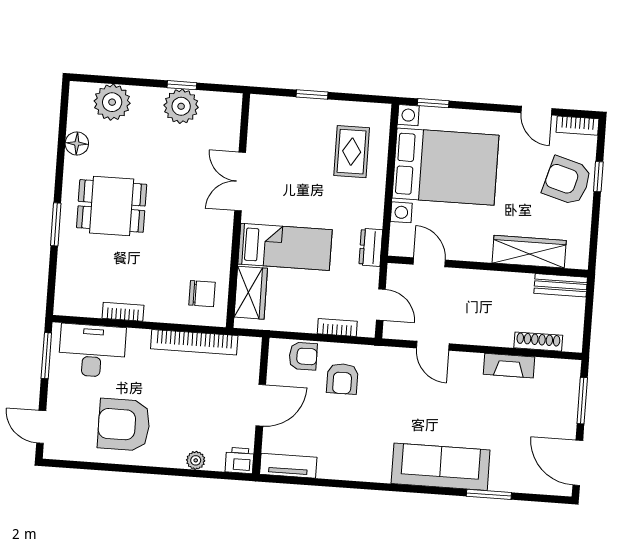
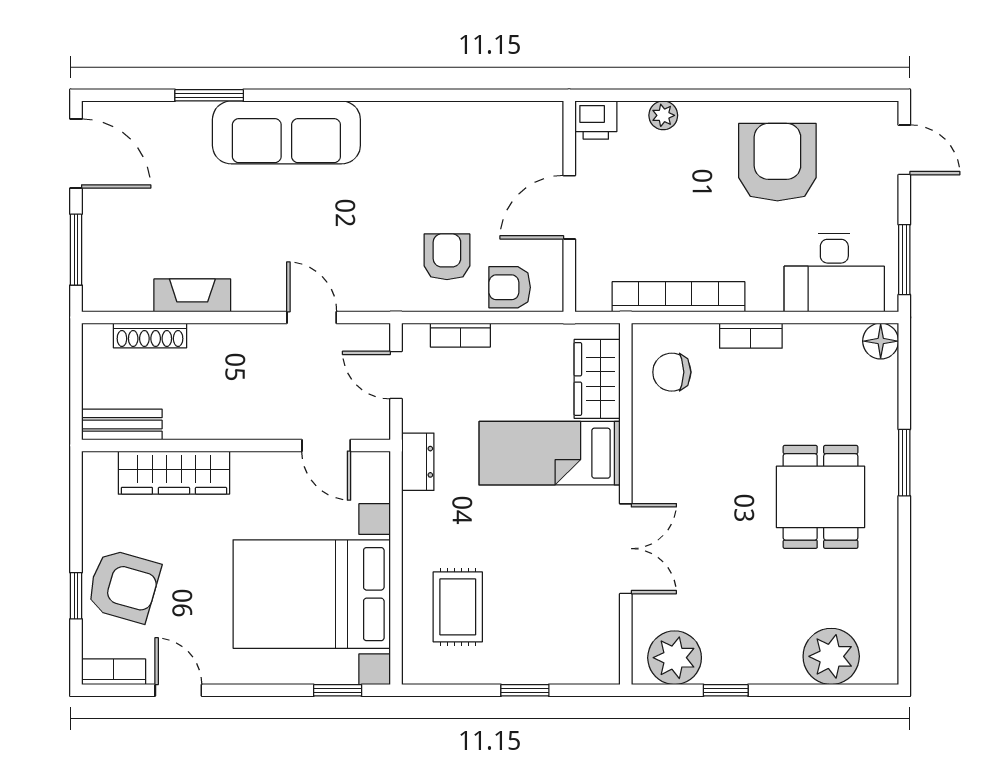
plant: (181, 106) -> (675, 658), moved
floor lamp: (77, 144) -> (881, 341), moved
dining table: (112, 206) -> (820, 497), turned 90
bookcase: (123, 312) -> (751, 336), moved
armchair: (124, 425) -> (777, 162), turned -90
tv unit: (288, 466) -> (520, 117), removed

